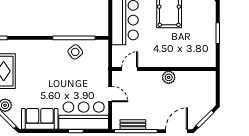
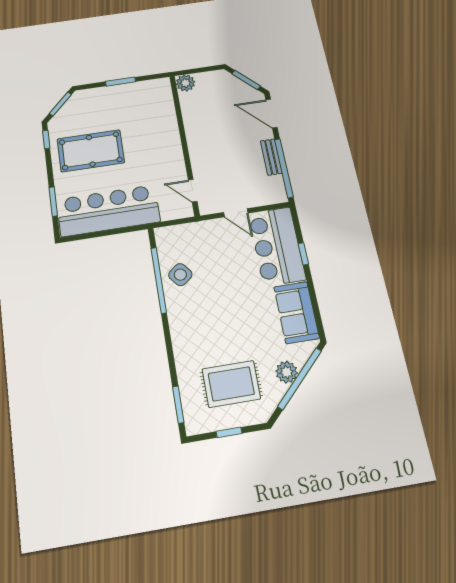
plant: (169, 77) -> (185, 83), moved
door: (110, 94) -> (236, 213), swing flipped
bench: (133, 124) -> (271, 157), moved

